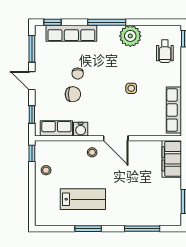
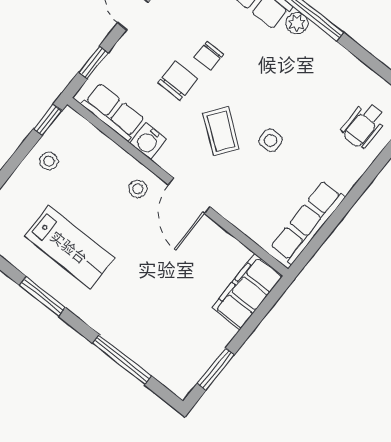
plant: (130, 36) -> (297, 23), moved, width x0.53, depth x0.53
chair: (73, 94) -> (178, 81), turned -90
coffee table: (108, 101) -> (221, 131), added

